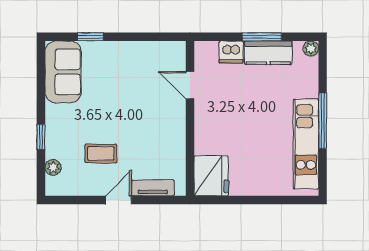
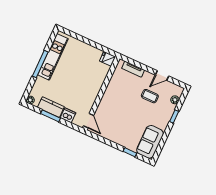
door: (190, 85) -> (89, 121), moved
fridge: (211, 176) -> (108, 59), width x0.53, depth x0.75
door: (118, 200) -> (162, 76), moved

